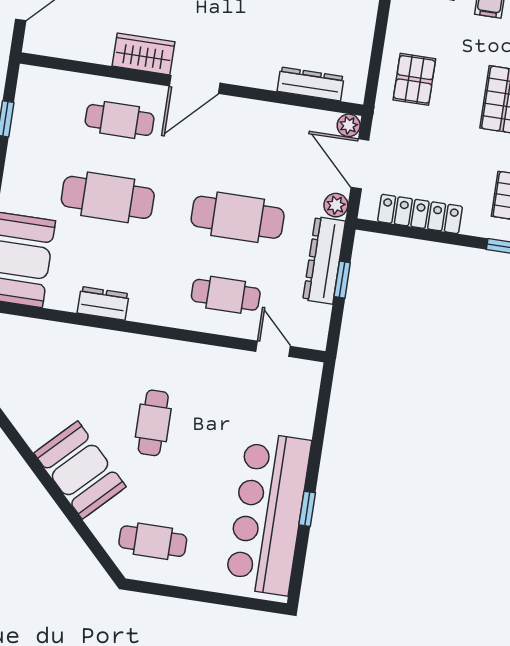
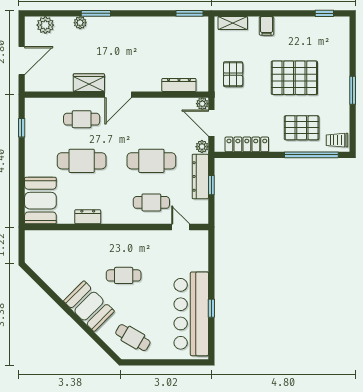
cafe table: (153, 423) -> (124, 275), turned 90
cafe table: (153, 541) -> (133, 338), turned 31

